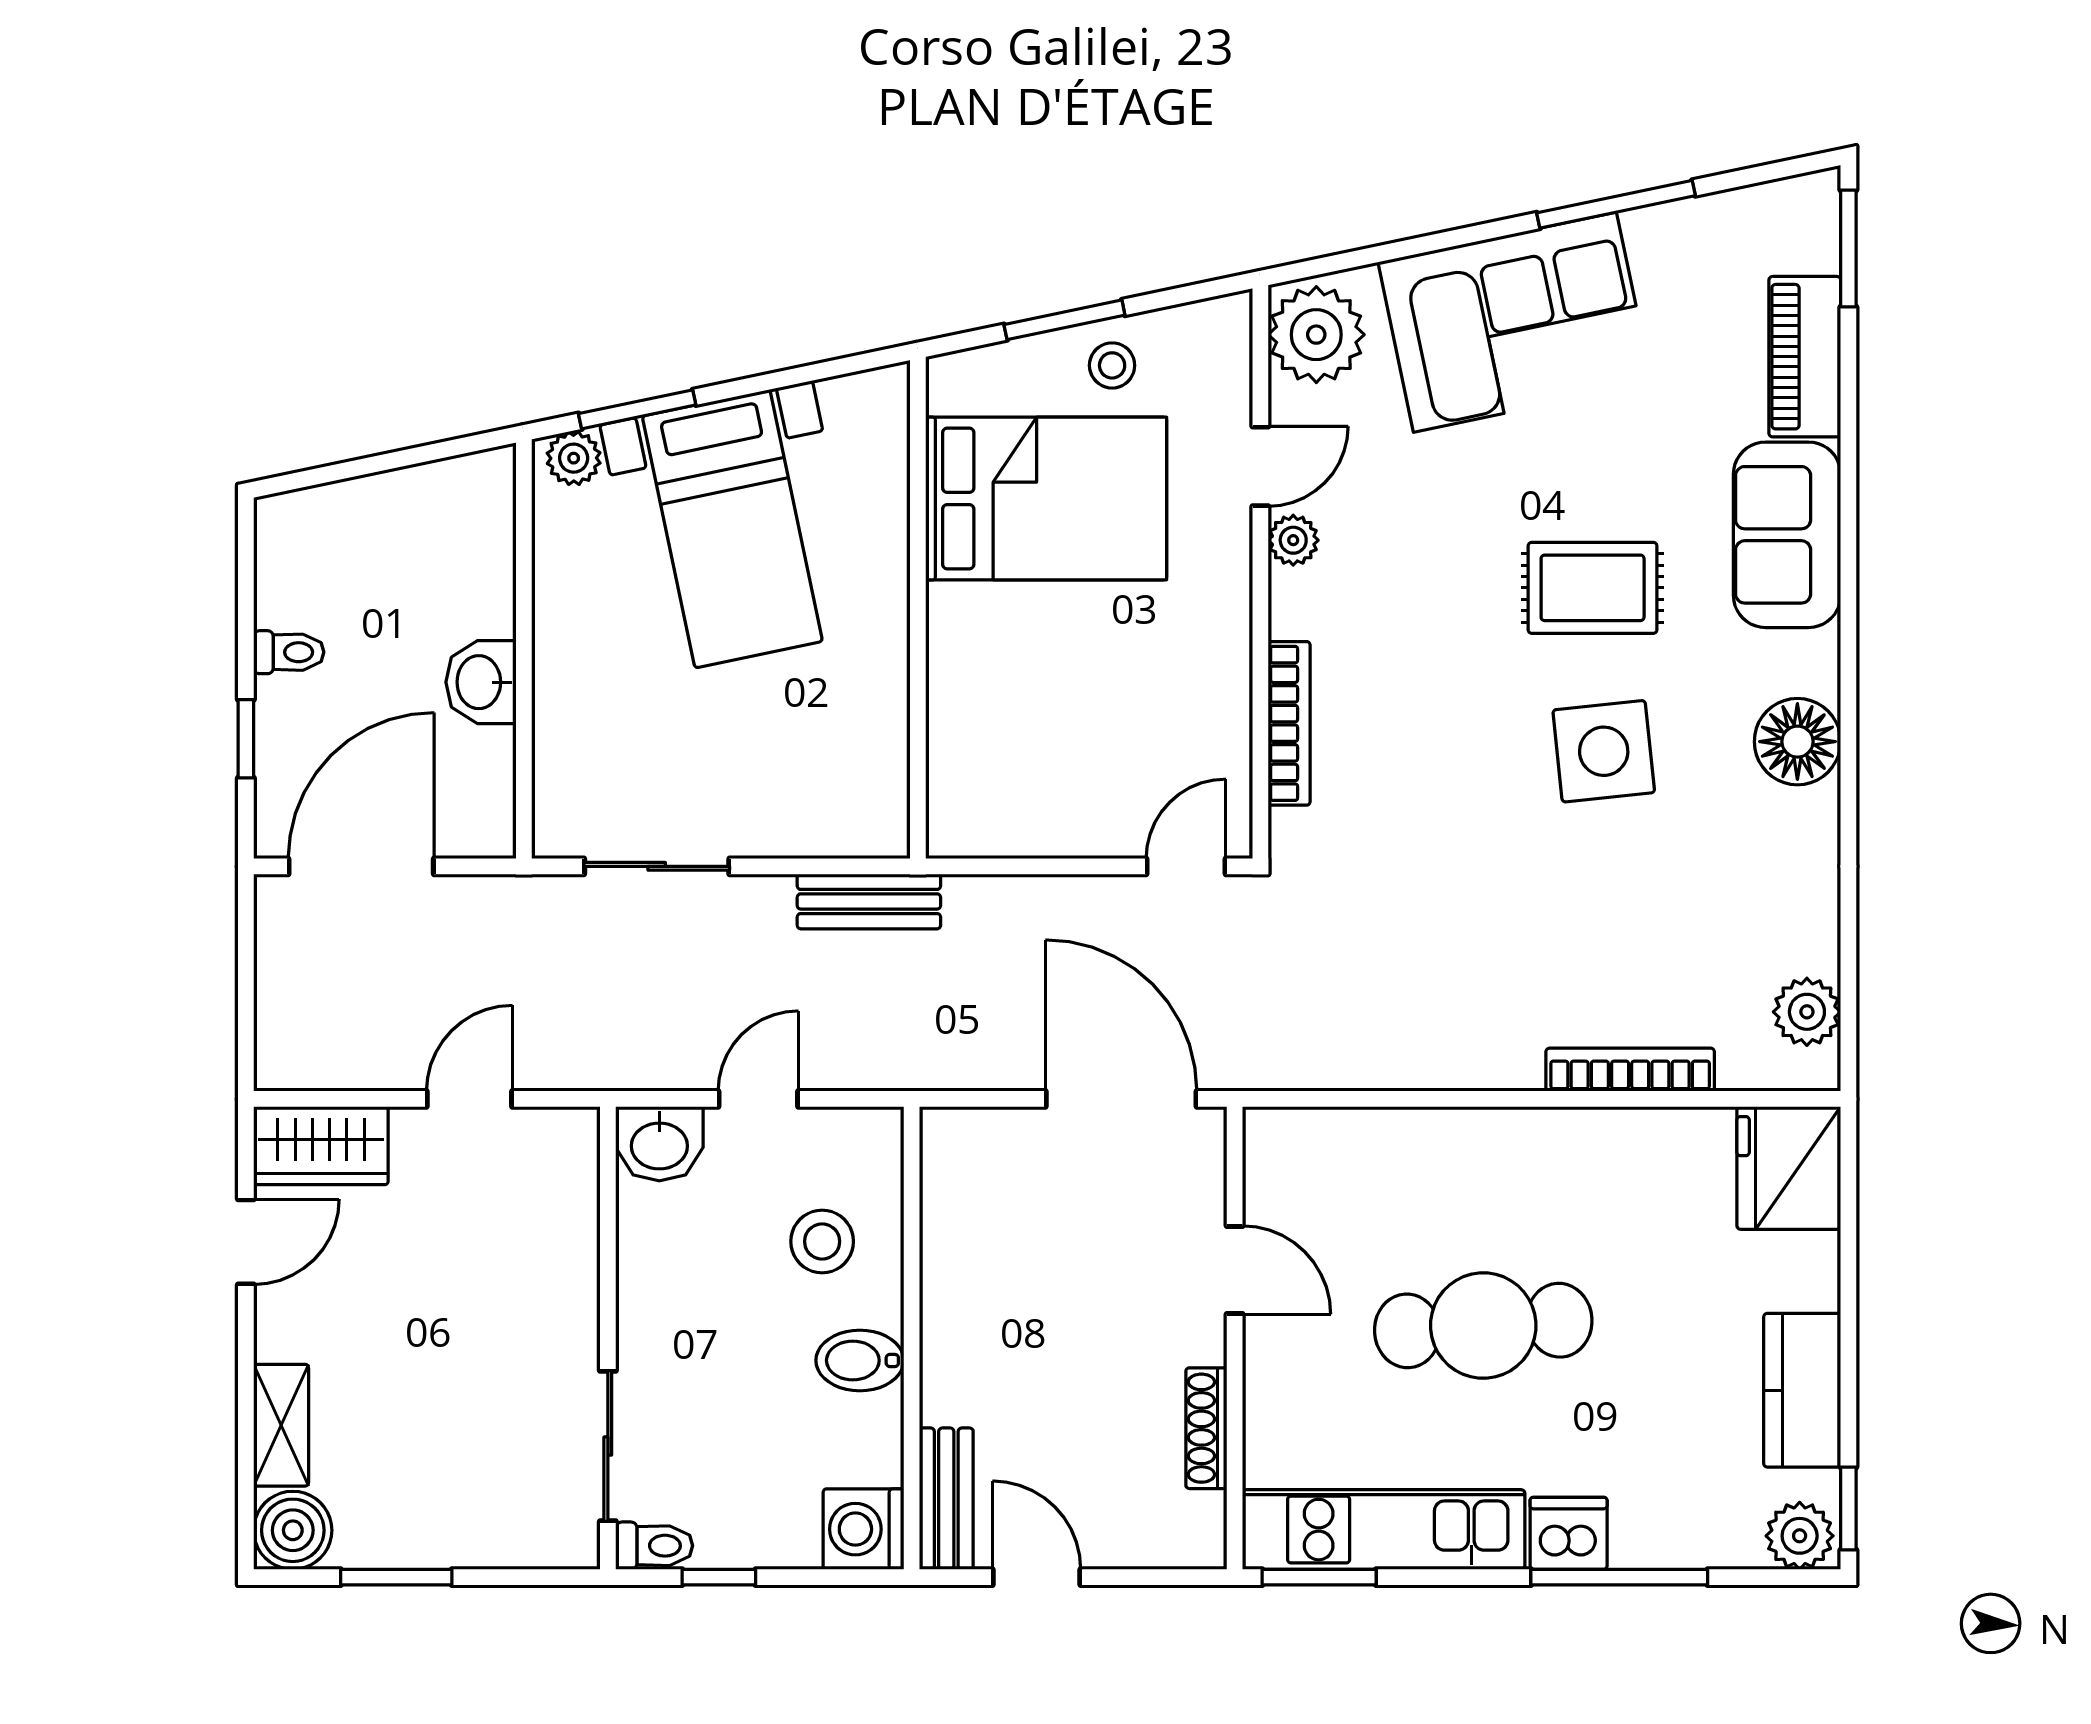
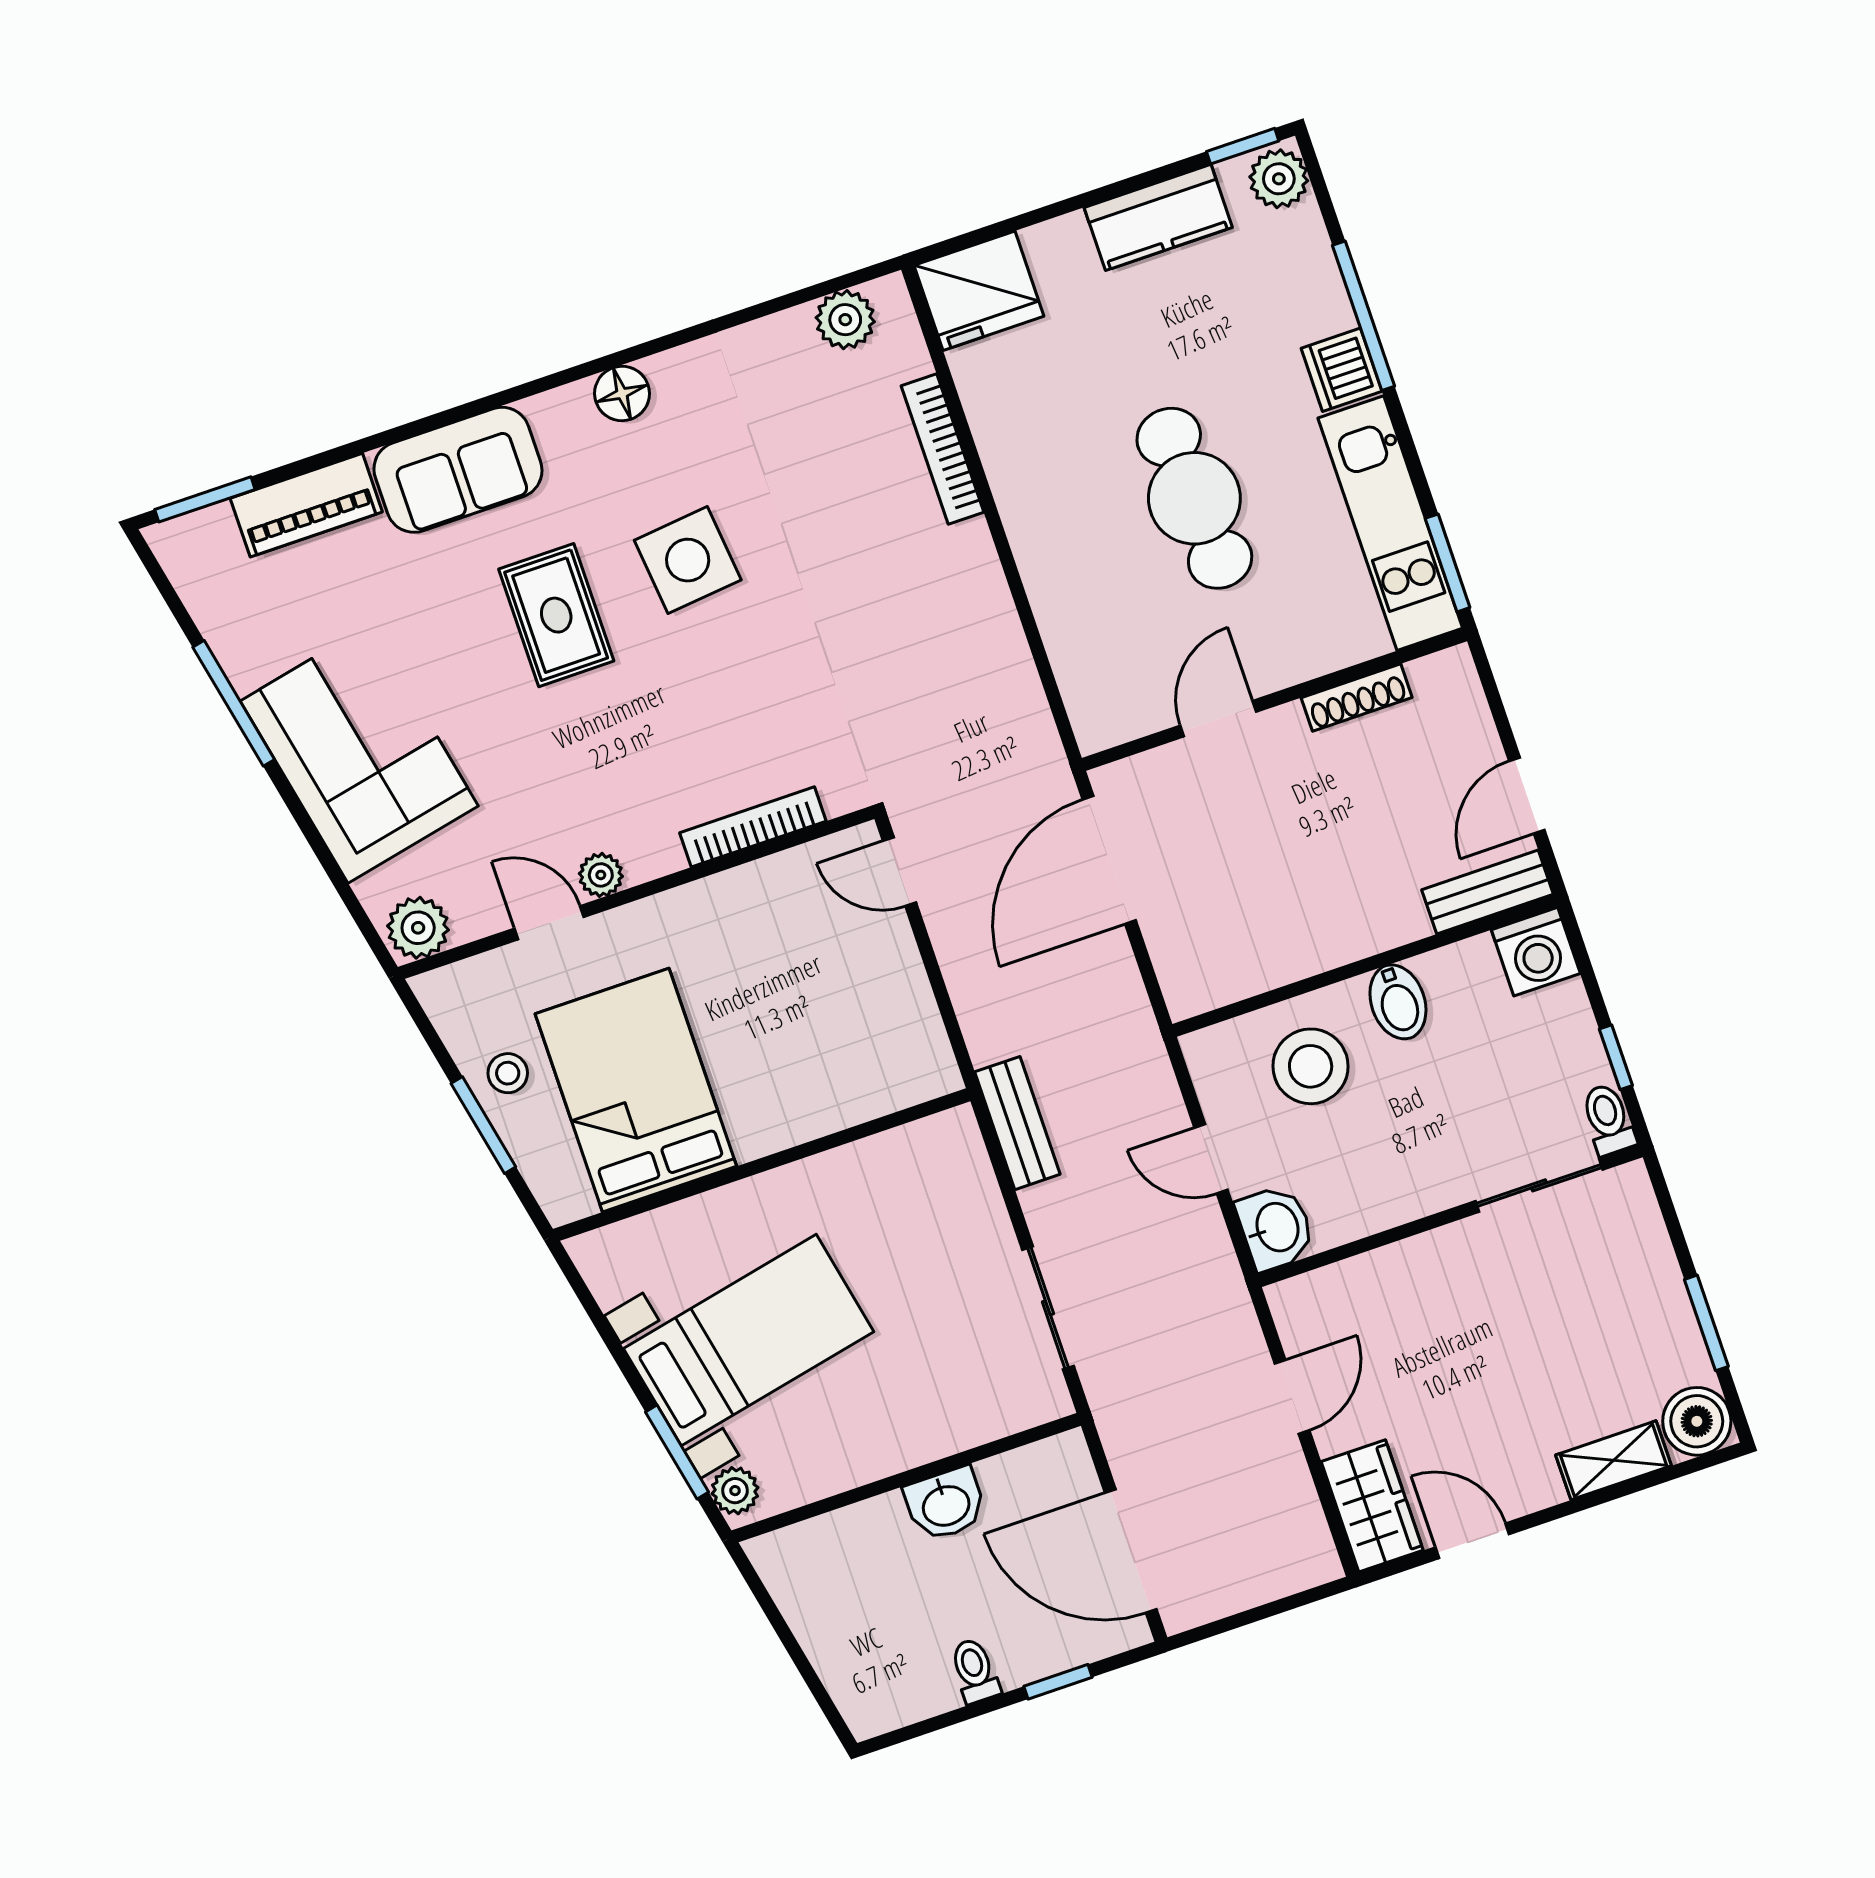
plant: (1316, 335) -> (418, 928), width x0.73, depth x0.73
floor lamp: (1797, 742) -> (622, 393), width x0.73, depth x0.73
door: (469, 1099) -> (1292, 1397), swing flipped
stool: (822, 1241) -> (1311, 1066), width x1.38, depth x1.38

